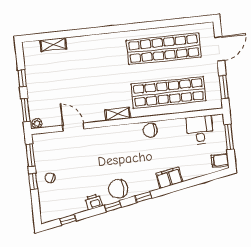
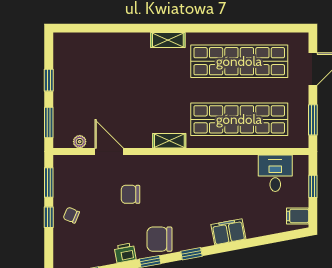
shelving: (53, 44) -> (168, 40), moved
plant: (37, 123) -> (80, 142), moved
chair: (150, 130) -> (130, 194), moved
window: (229, 137) -> (313, 186), width x0.67

